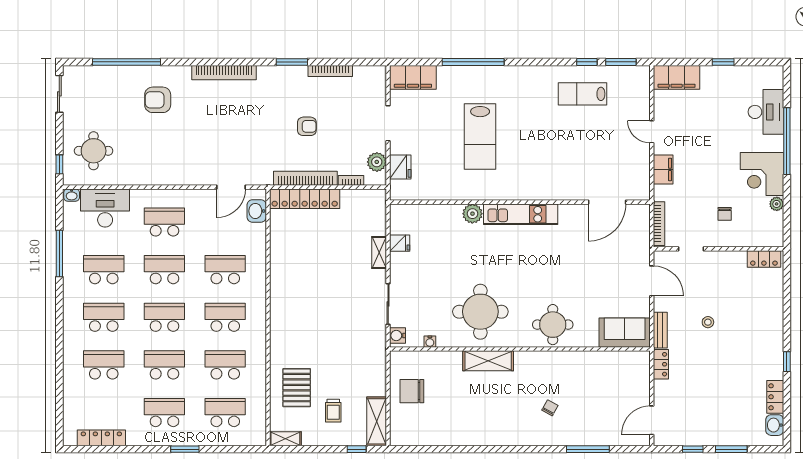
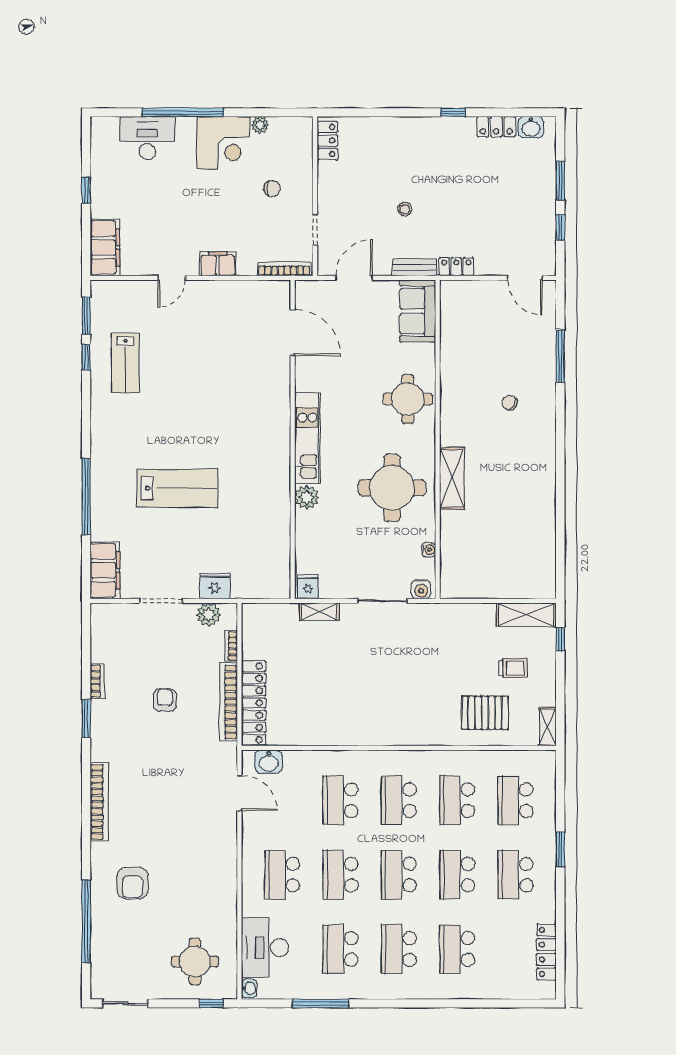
bookcase: (330, 71) -> (97, 681), width x0.64
wall: (520, 202) -> (293, 439), moved
door: (607, 202) -> (293, 333), moved
plant: (472, 214) -> (307, 497), moved
kitchen unit: (521, 214) -> (307, 438), moved
chair: (412, 391) -> (489, 572), removed

